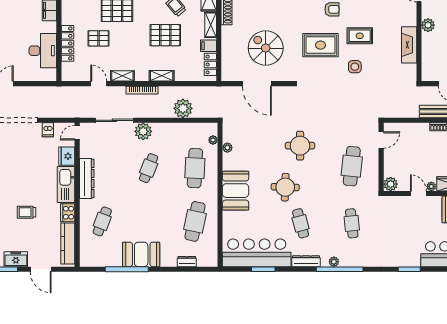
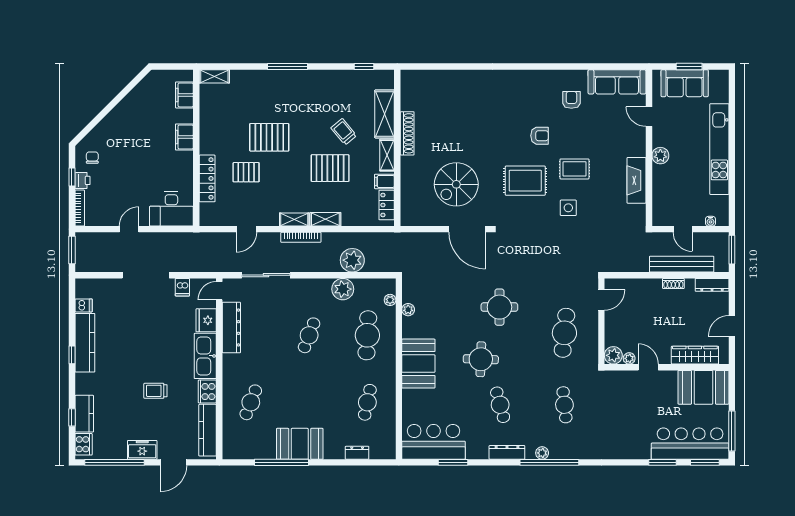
spiral stairs: (266, 48) -> (456, 184), turned -90
desk: (43, 51) -> (171, 209), moved, turned 90
shelving: (122, 76) -> (294, 219), moved
door: (99, 84) -> (246, 229), swing flipped
door: (257, 84) -> (467, 229), moved
plant: (143, 131) -> (343, 289), moved
dresser: (87, 179) -> (231, 328), moved
plant: (431, 186) -> (629, 358), moved
cafe table: (195, 221) -> (367, 402), width x0.73, depth x0.74
bar counter: (257, 253) -> (433, 442), width x0.73
door: (41, 269) -> (173, 462), hinge flipped
window: (409, 269) -> (663, 462), moved

